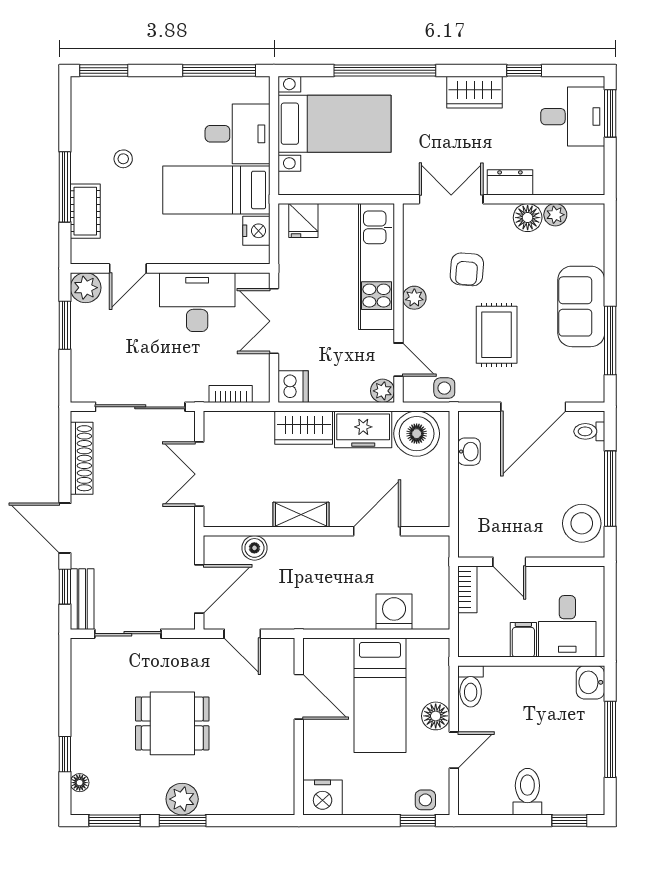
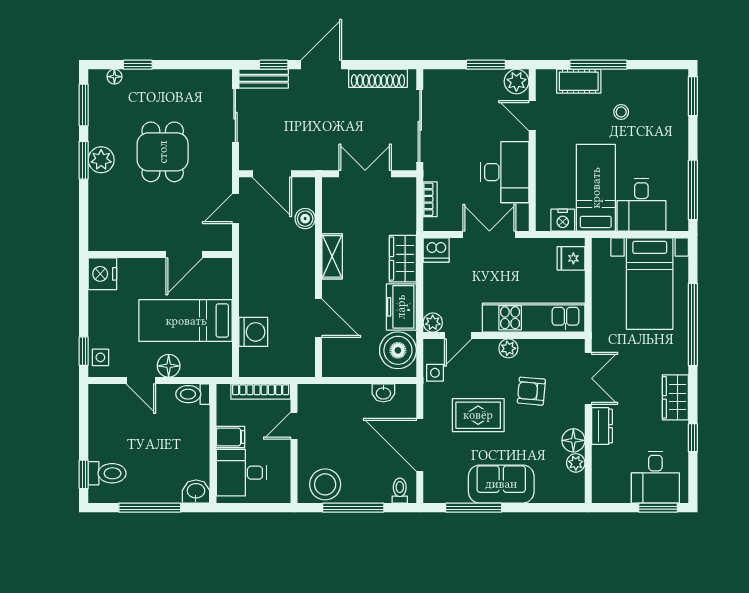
bookcase: (467, 589) -> (261, 392), width x1.56
toilet: (527, 792) -> (107, 473), moved

